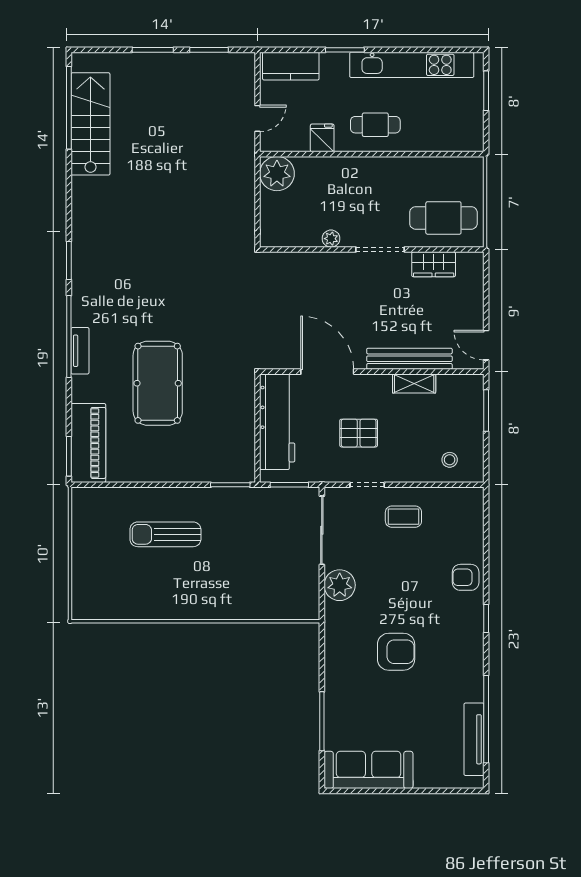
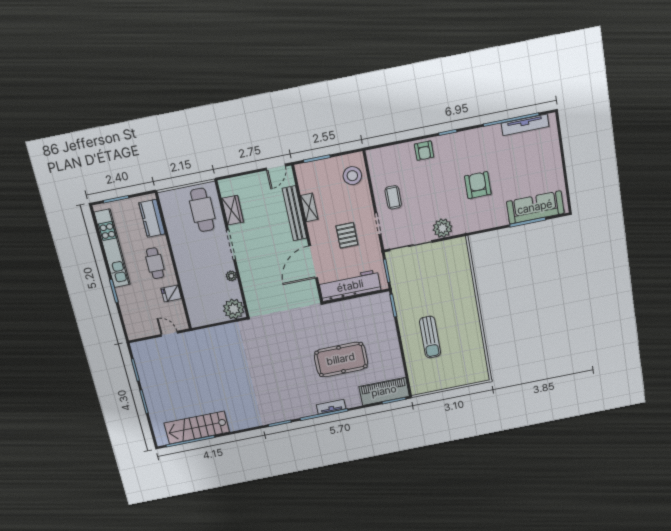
kitchen counter: (291, 66) -> (152, 218), moved, turned 180
plant: (277, 174) -> (234, 309), moved
stool: (450, 460) -> (352, 176), width x1.89, depth x1.89
sofa: (369, 770) -> (535, 207), moved, turned 90

